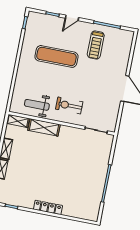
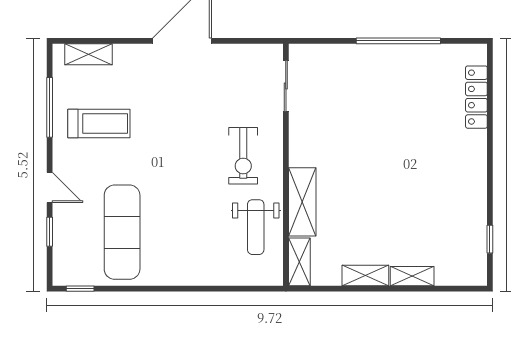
shelving: (127, 46) -> (88, 54), added
exercise mat: (56, 56) -> (122, 232), moved
locker: (48, 207) -> (476, 97), moved

